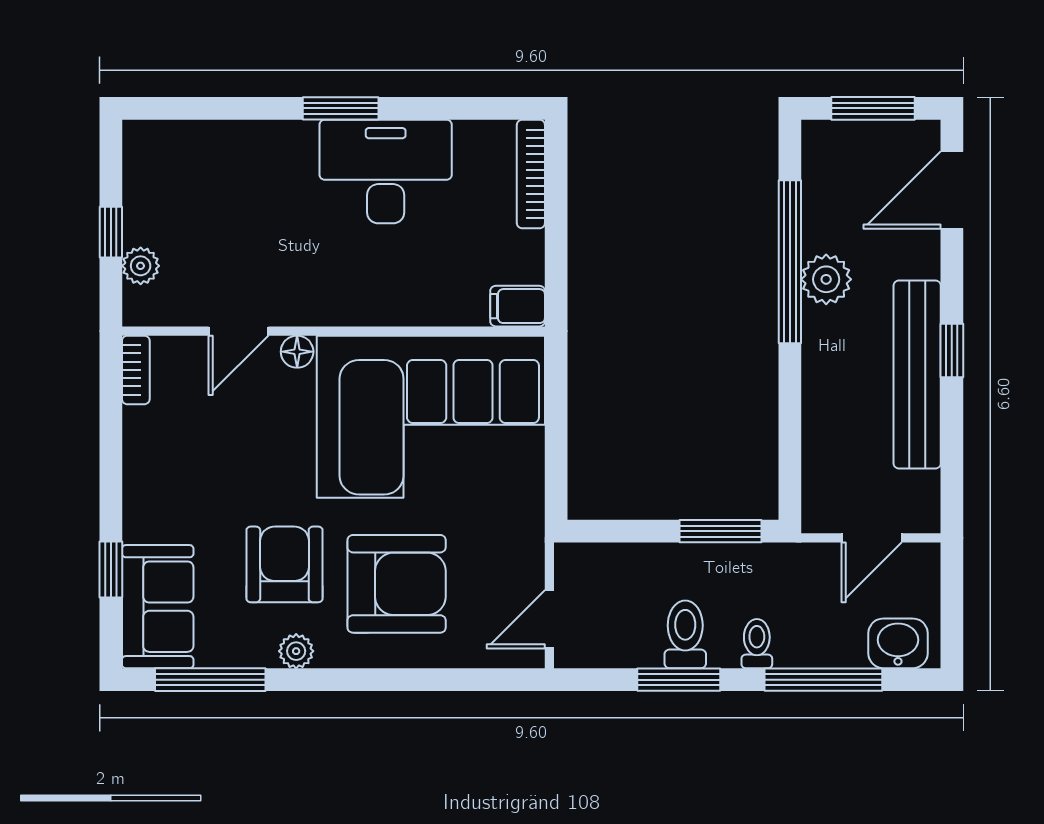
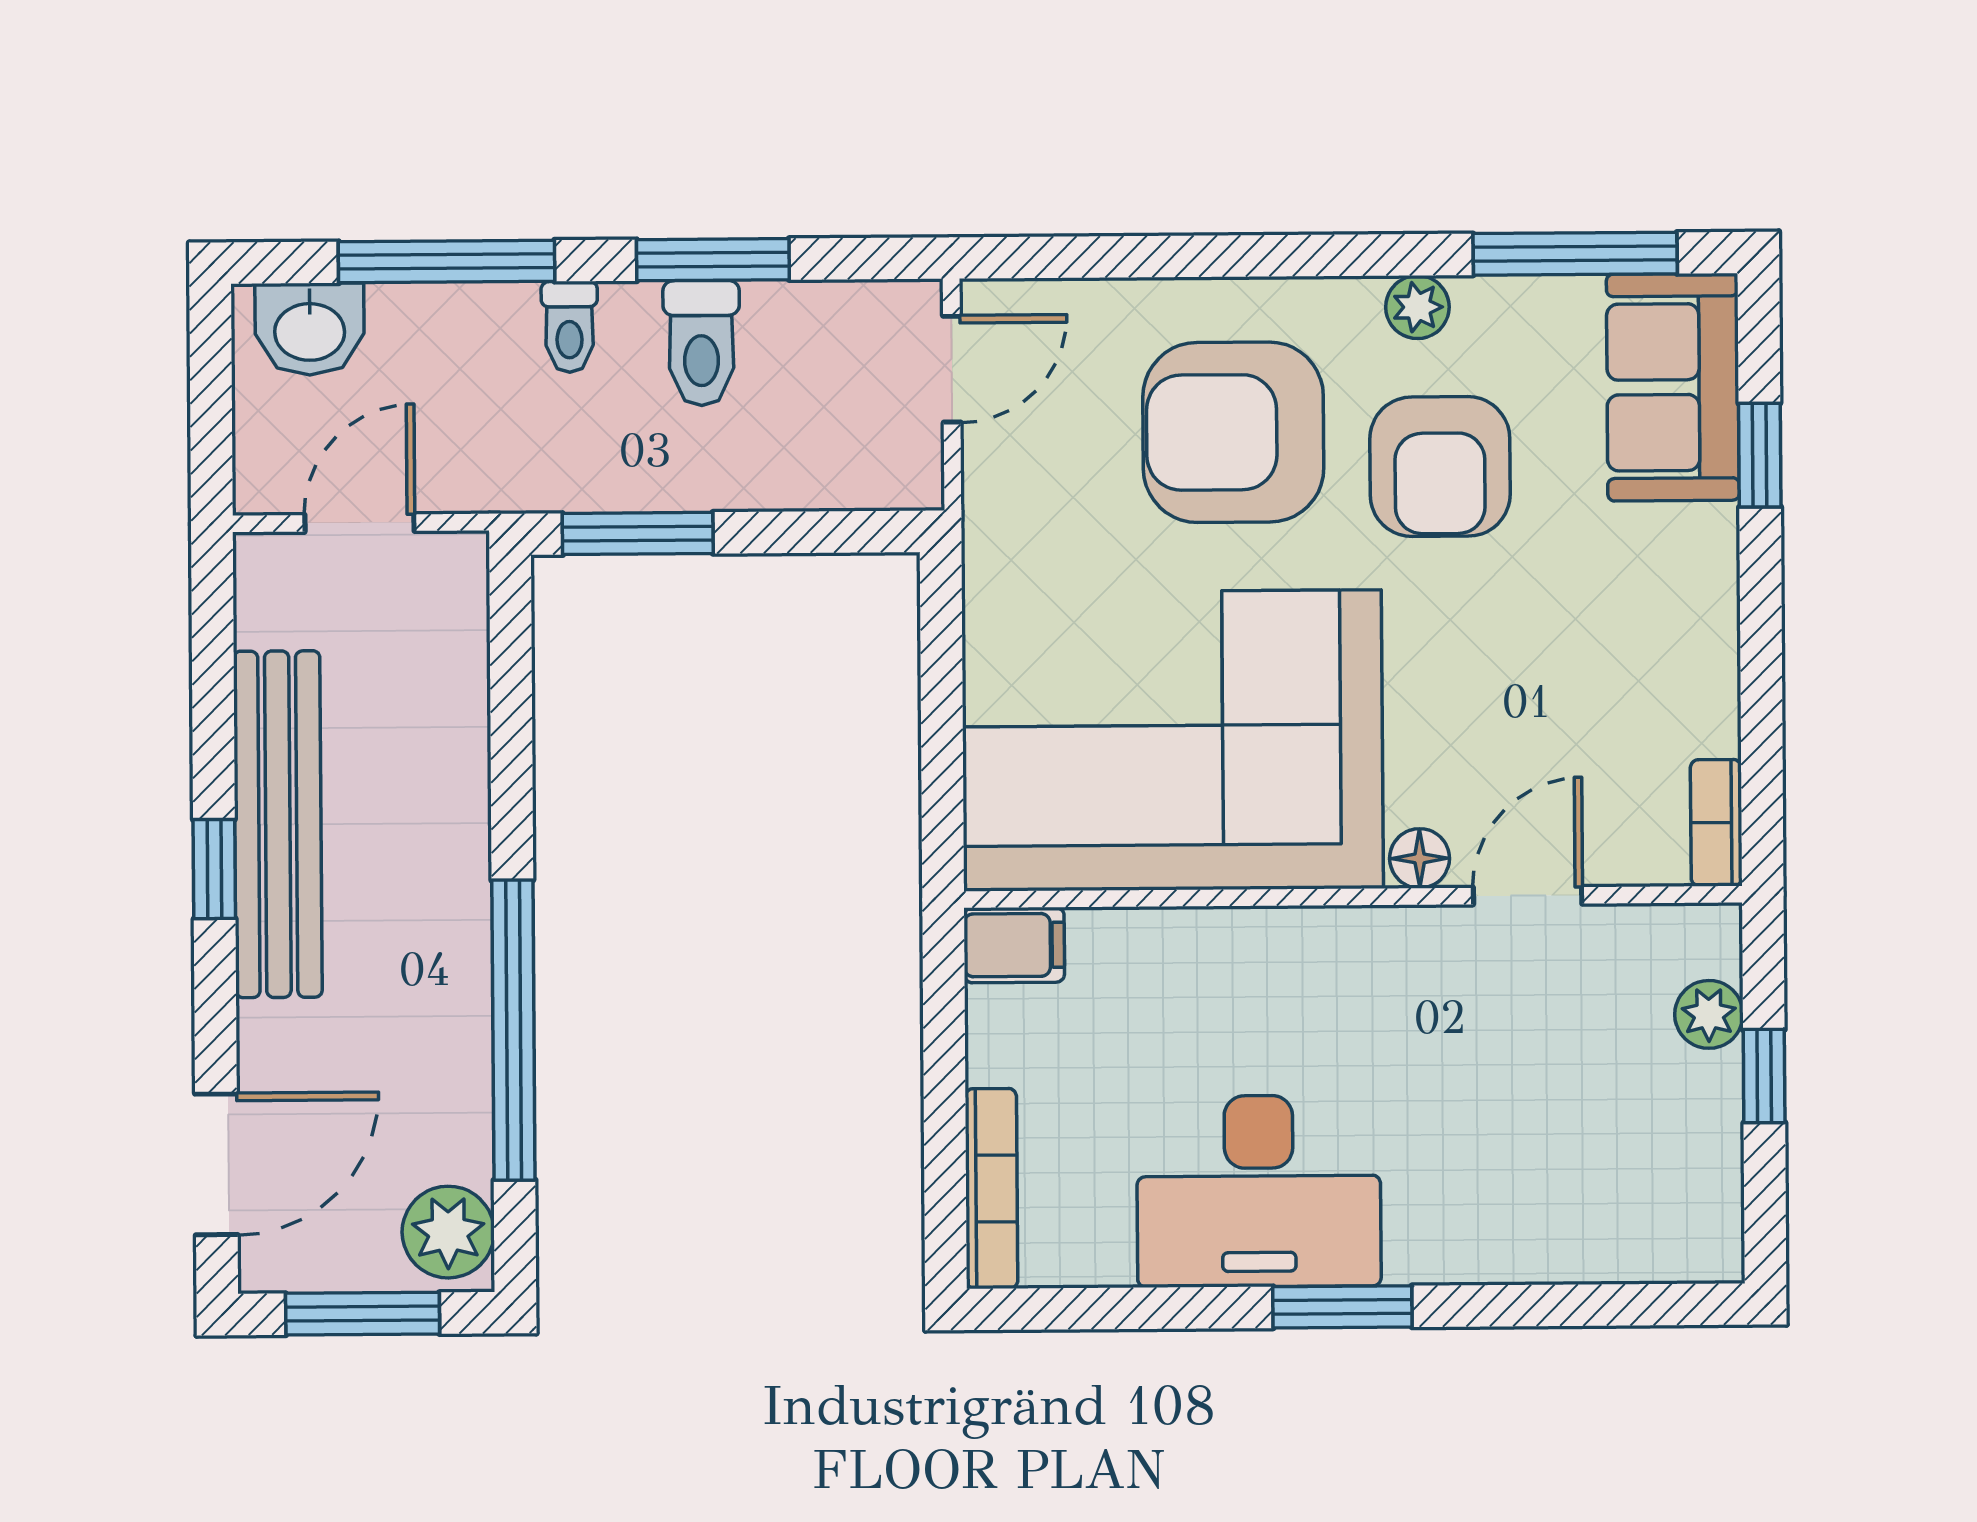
plant: (826, 279) -> (448, 1232), moved

